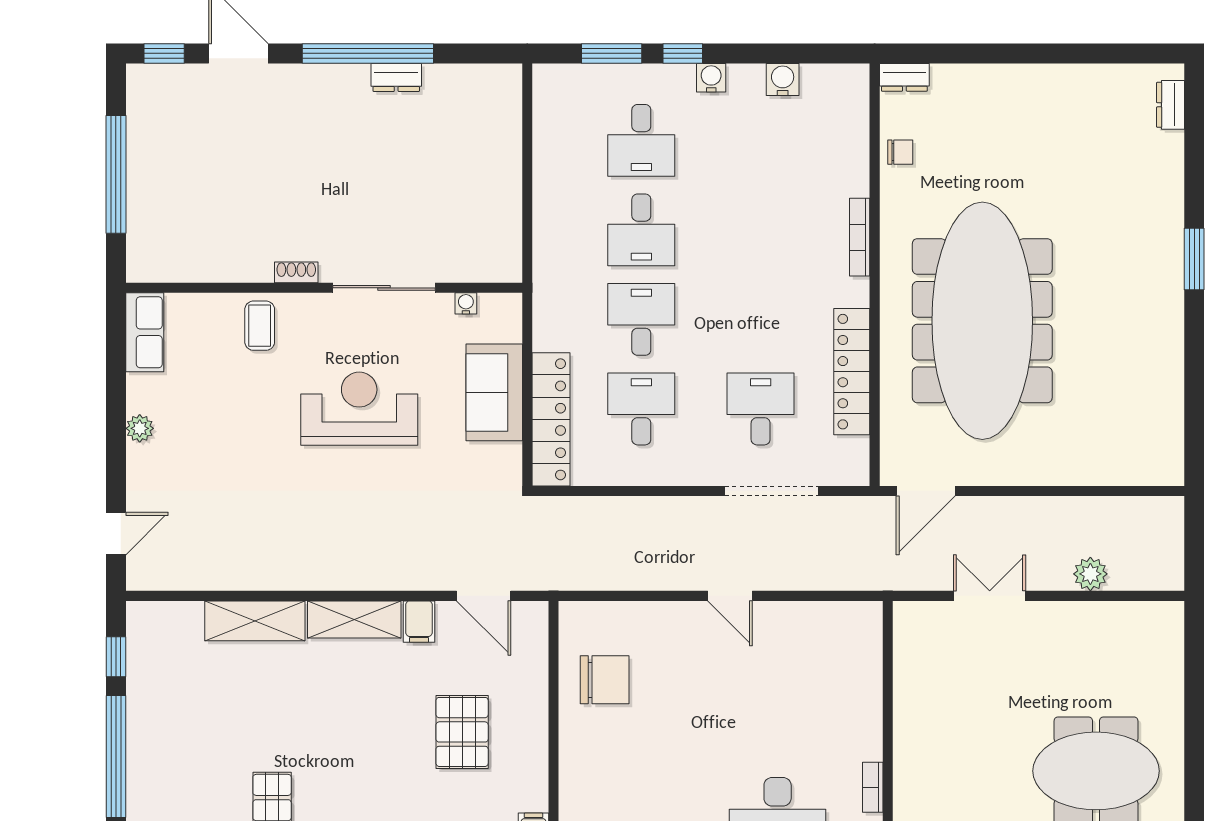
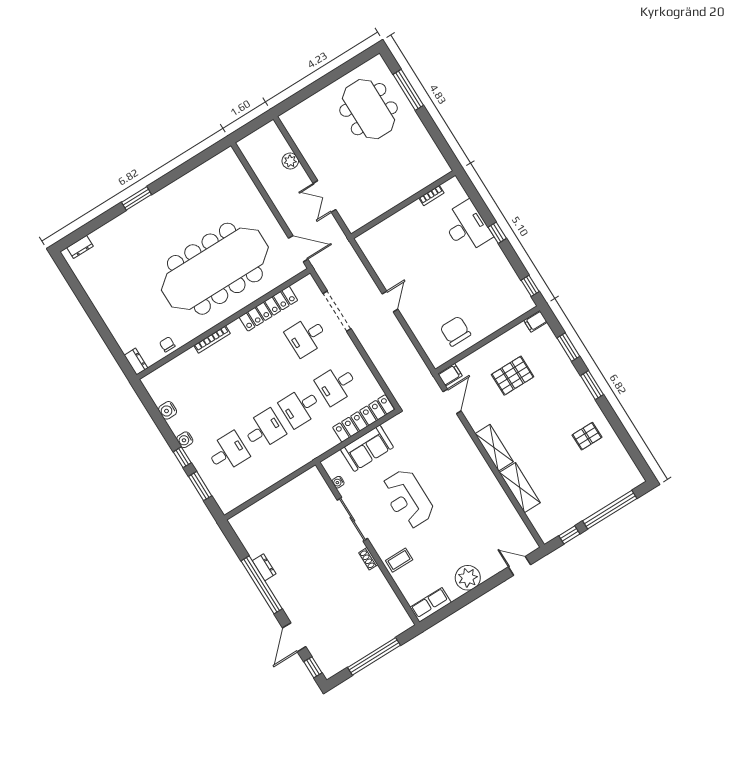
plant: (140, 428) -> (468, 578), width x1.88, depth x1.88
filing cabinet: (419, 622) -> (450, 375), moved

